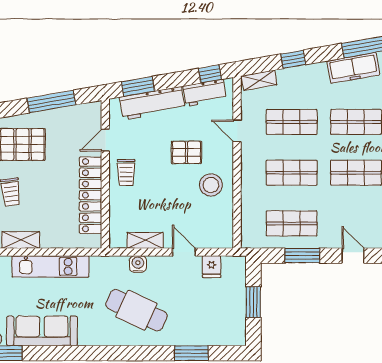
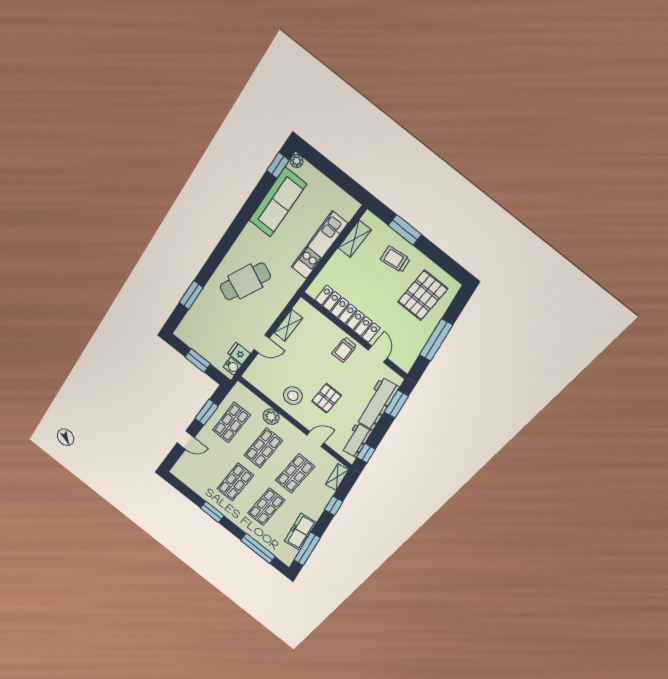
trolley: (126, 172) -> (344, 350), turned -90
plant: (251, 189) -> (271, 417), added
water cooler: (138, 264) -> (232, 366), moved

